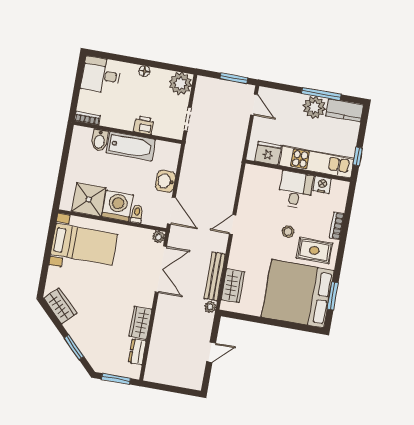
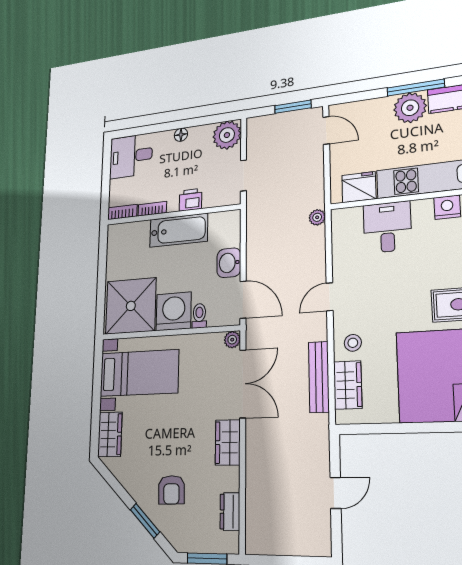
bookcase: (112, 123) -> (152, 209), added
bidet: (100, 140) -> (140, 234), removed
desk: (295, 190) -> (387, 227), moved
shower: (89, 199) -> (131, 306), width x1.37, depth x1.37
stool: (288, 232) -> (353, 343), moved
wardrobe: (60, 306) -> (110, 434), moved, turned 45
plant: (210, 307) -> (317, 217), moved
wardrobe: (140, 323) -> (228, 442), moved
armchair: (97, 330) -> (171, 490), added

